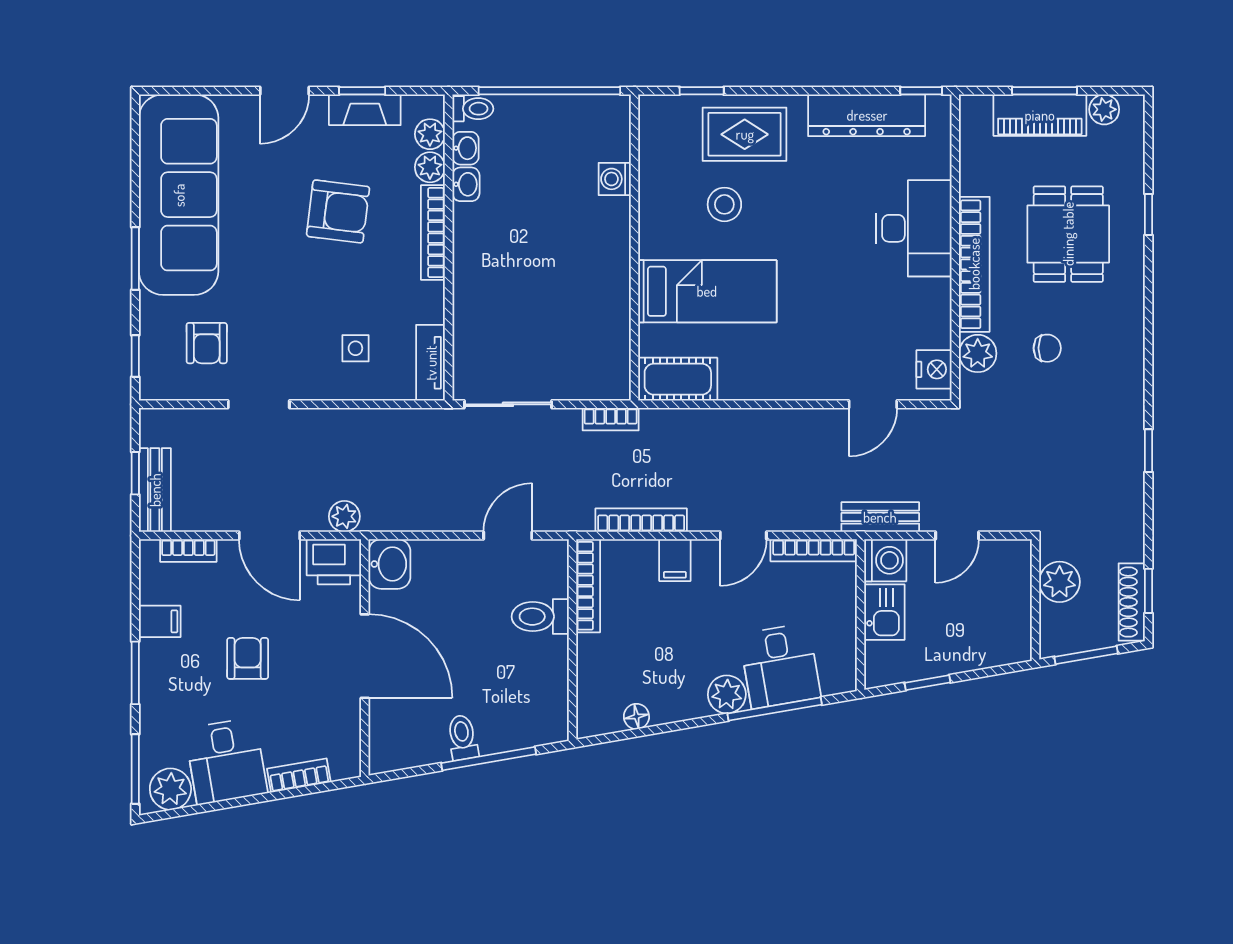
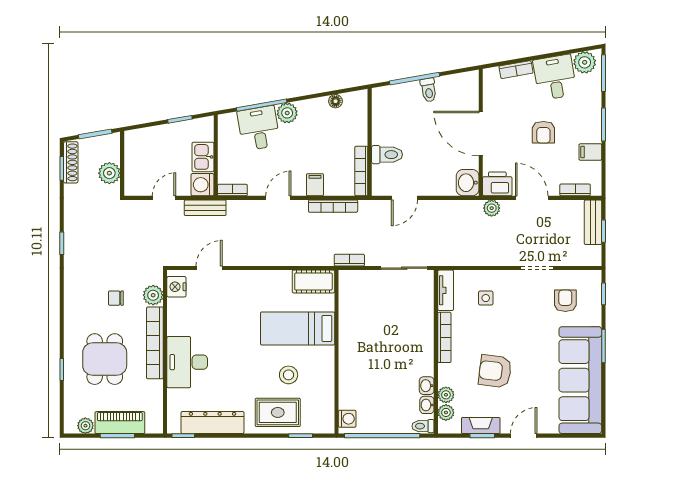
washing machine: (615, 179) -> (347, 419), moved
bookcase: (433, 233) -> (444, 337), moved
bookcase: (814, 550) -> (232, 190), width x0.64

